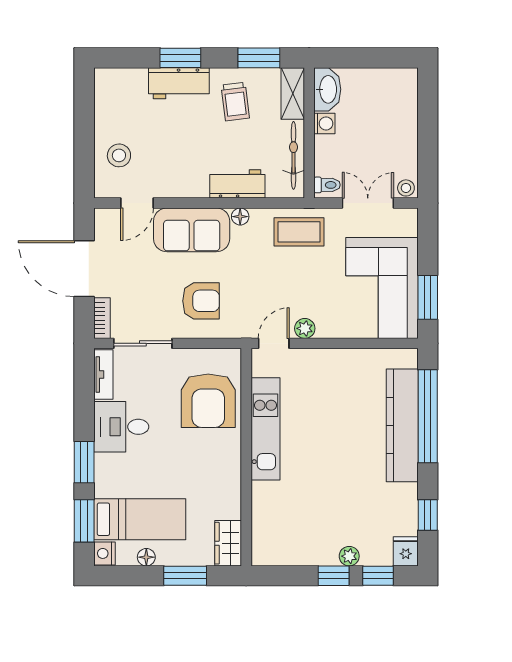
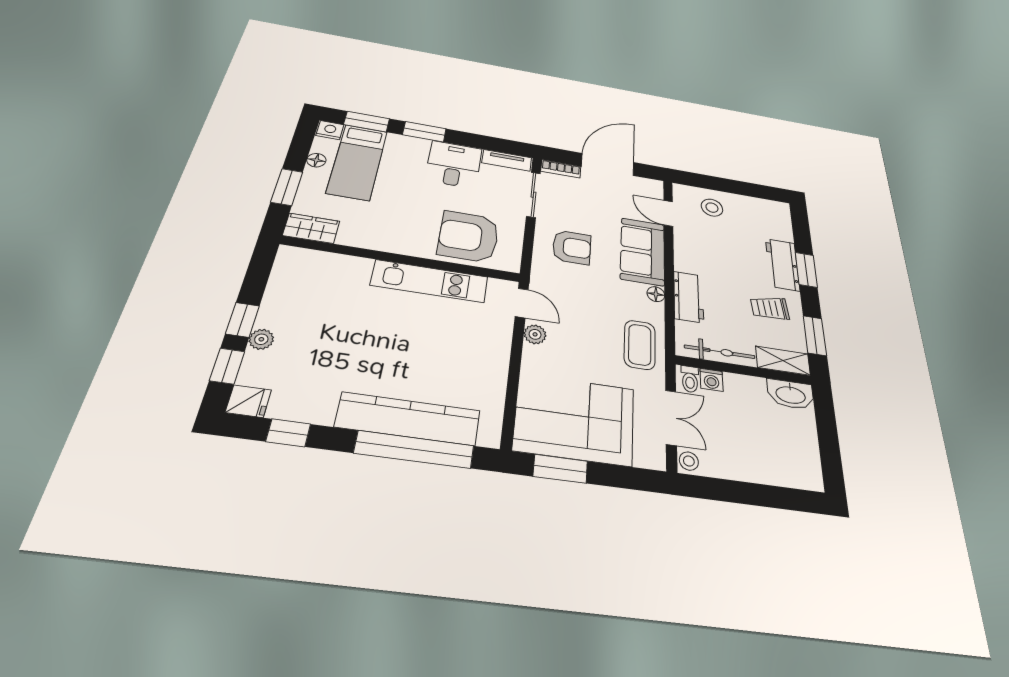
washing machine: (324, 123) -> (711, 380), moved
armchair: (201, 301) -> (572, 247), turned -90

